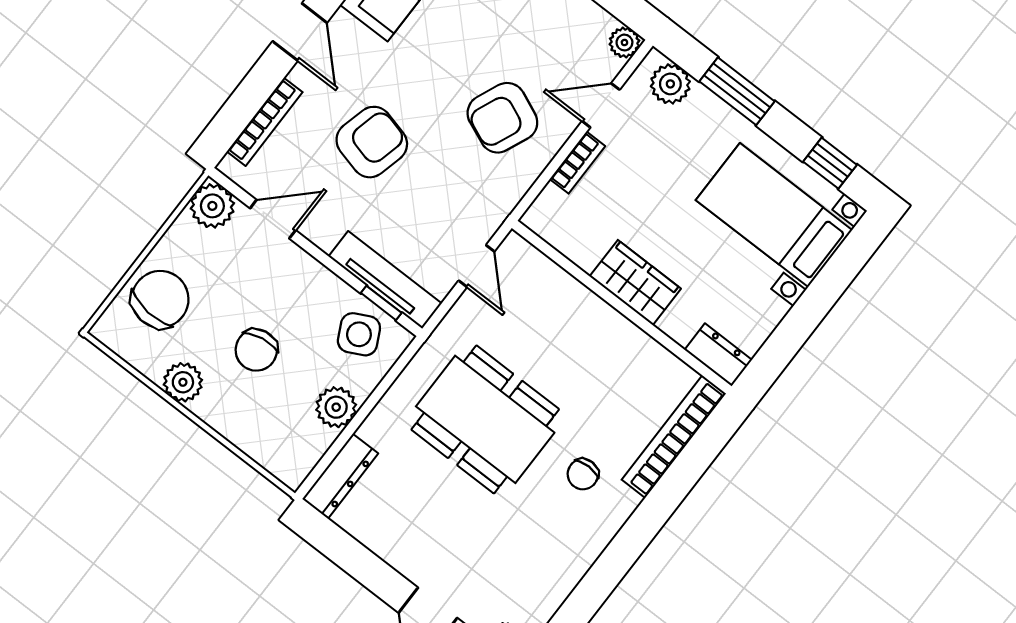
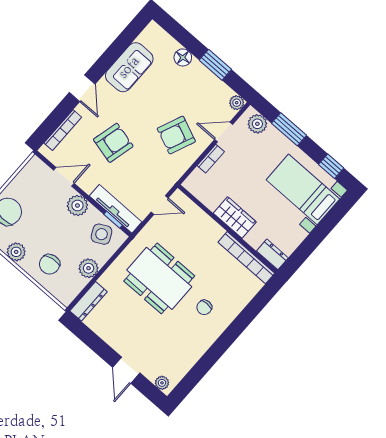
plant: (212, 206) -> (77, 205), moved
door: (477, 266) -> (160, 205), hinge flipped
chair: (256, 350) -> (50, 264), moved
bookcase: (674, 437) -> (246, 258), moved, turned -90

